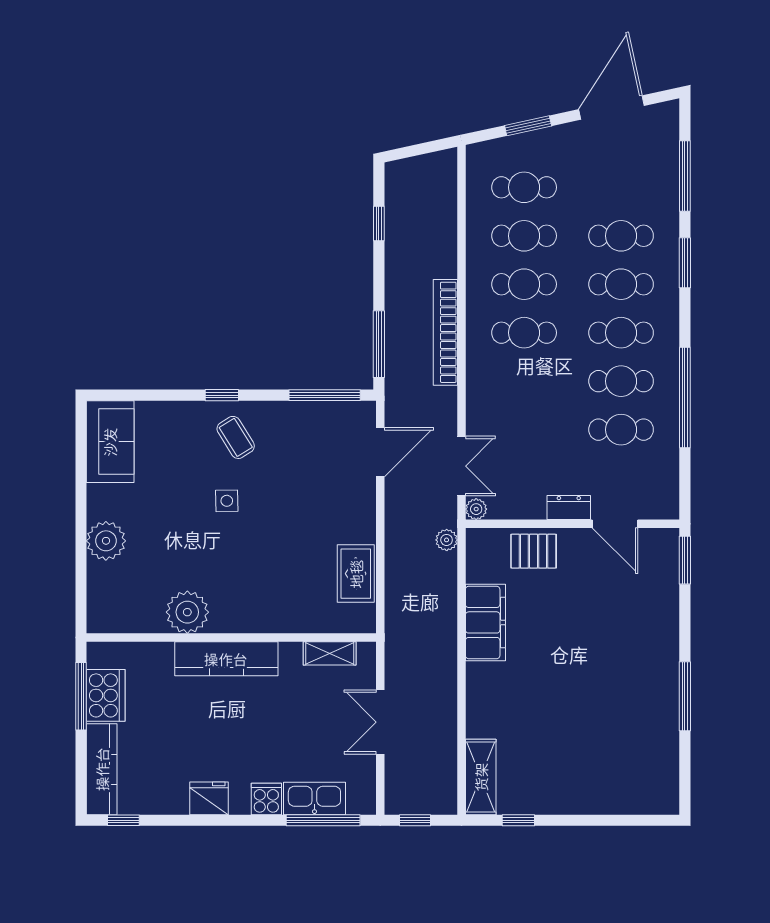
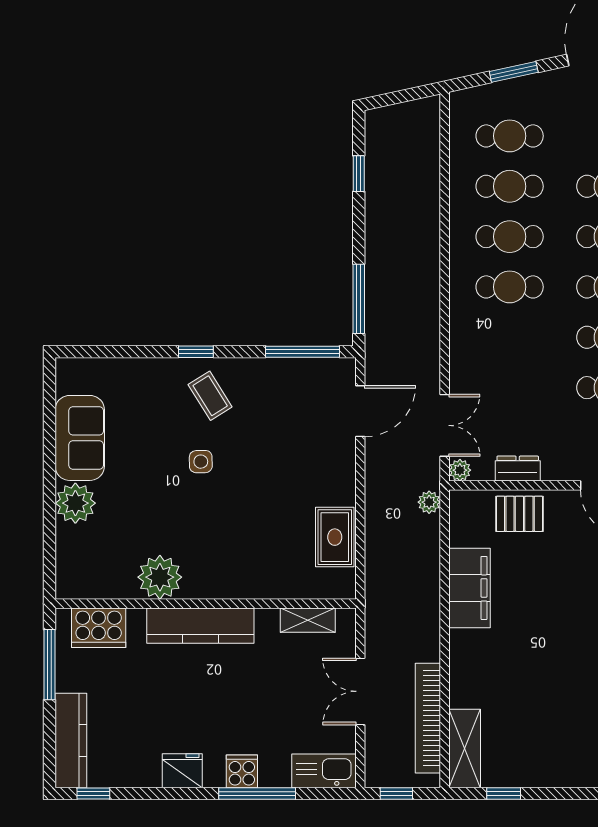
bookcase: (445, 332) -> (428, 718), moved
sofa: (110, 442) -> (80, 438), moved
dresser: (569, 508) -> (518, 469), moved
cooker: (106, 695) -> (99, 628), moved, turned 90
kitchen sink: (314, 799) -> (324, 771), moved
window: (323, 820) -> (257, 793), moved

